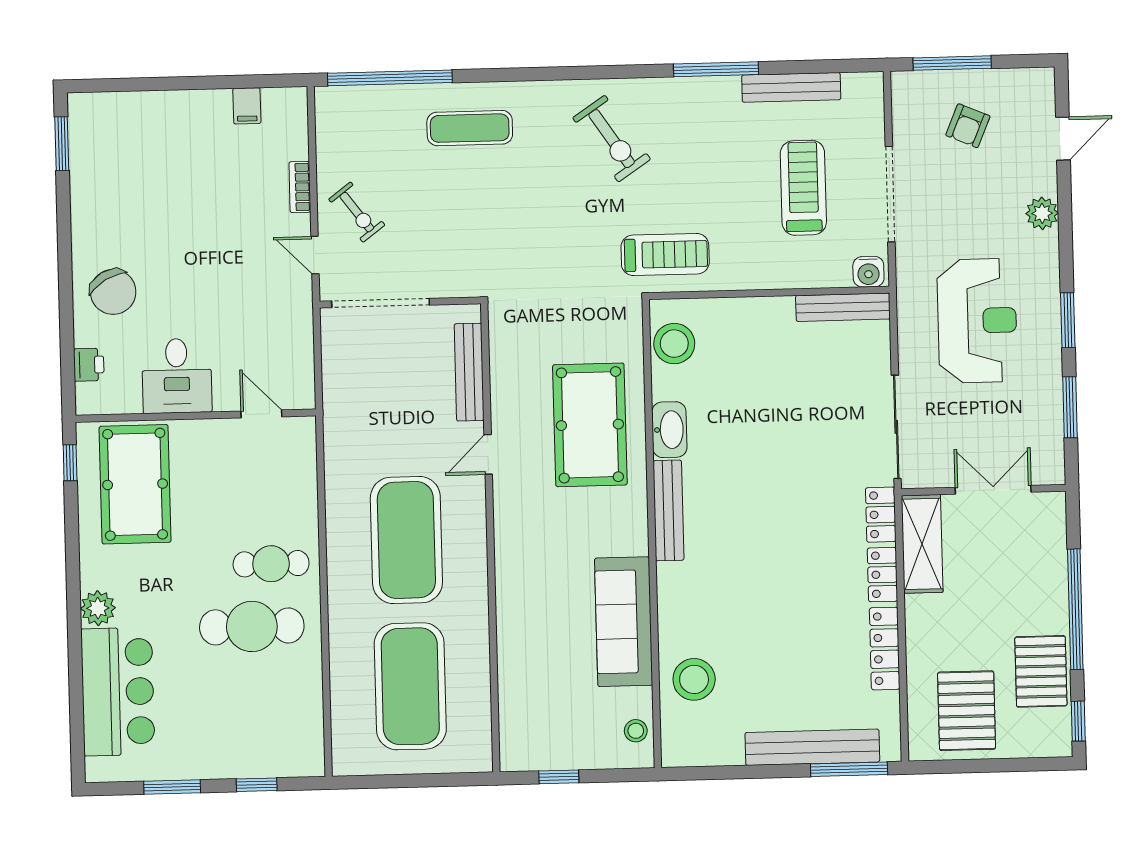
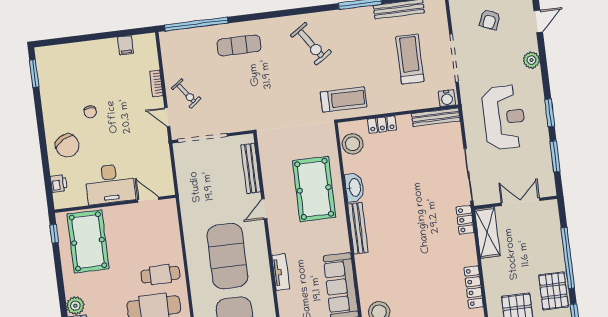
chair: (165, 230) -> (90, 112), added
desk: (177, 376) -> (110, 184), width x1.37
locker: (882, 575) -> (382, 125), moved, turned -90
tv unit: (508, 582) -> (281, 272), added

